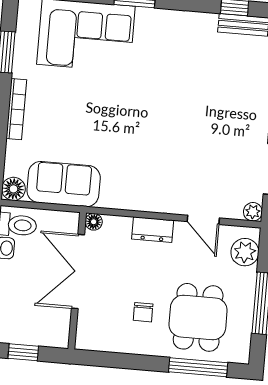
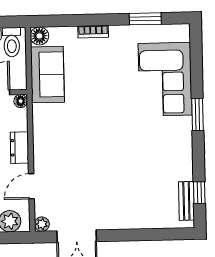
bookcase: (16, 109) -> (93, 32), width x0.64

